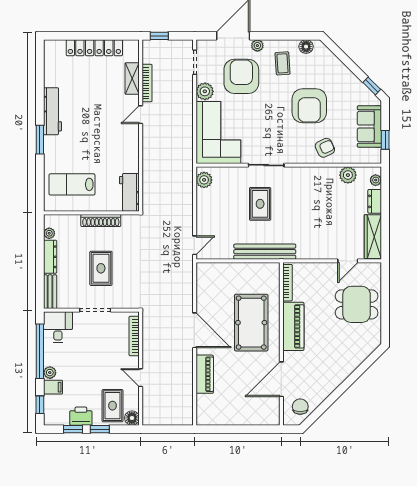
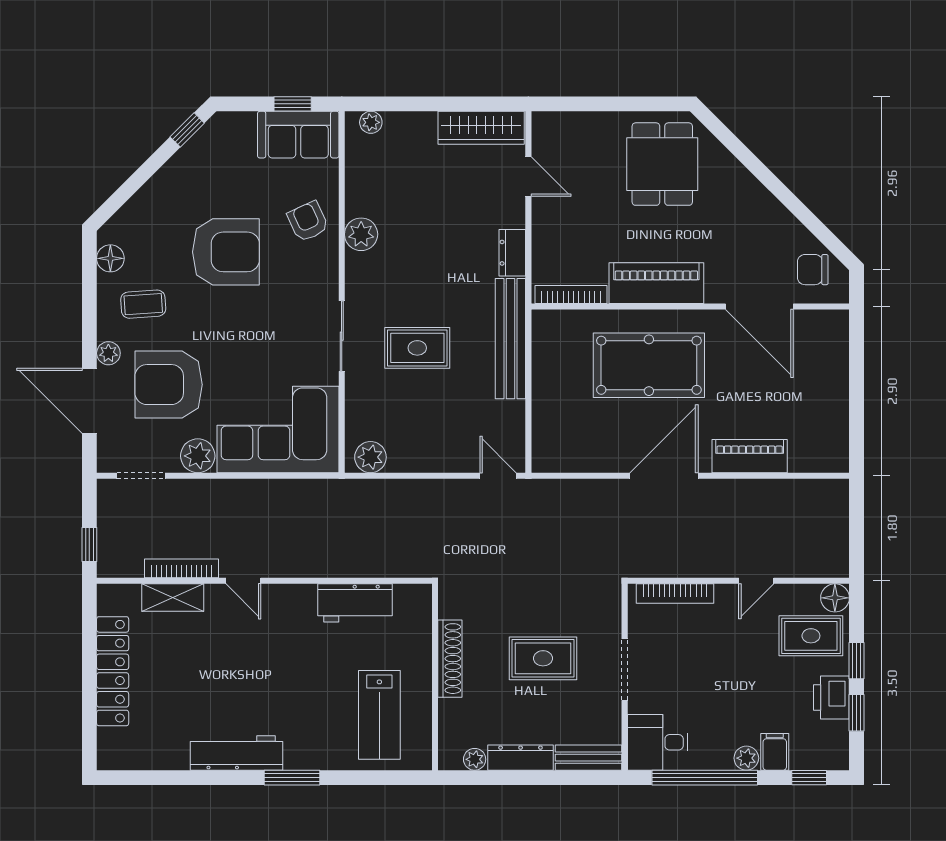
sofa: (369, 126) -> (298, 135), moved
plant: (348, 175) -> (361, 234), moved
workbench: (129, 192) -> (355, 603), moved
dresser: (375, 201) -> (512, 253), moved, turned 90
dining table: (357, 304) -> (662, 164), moved

